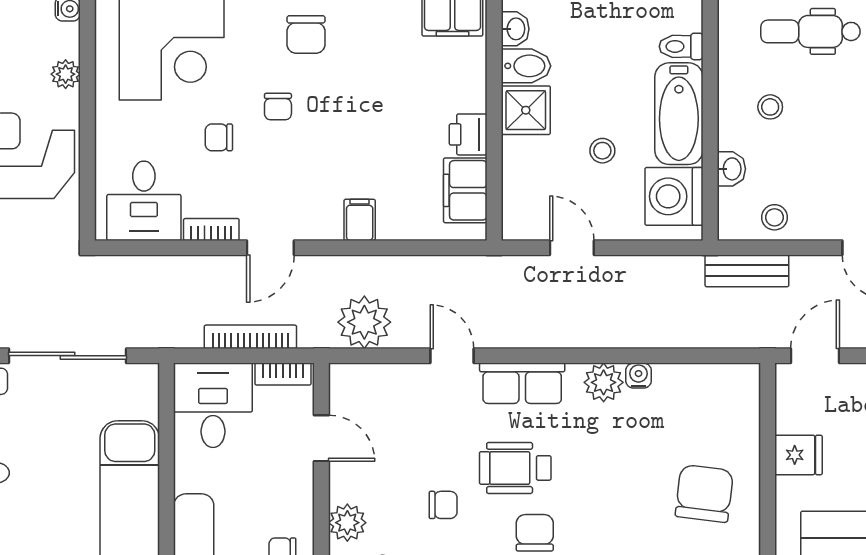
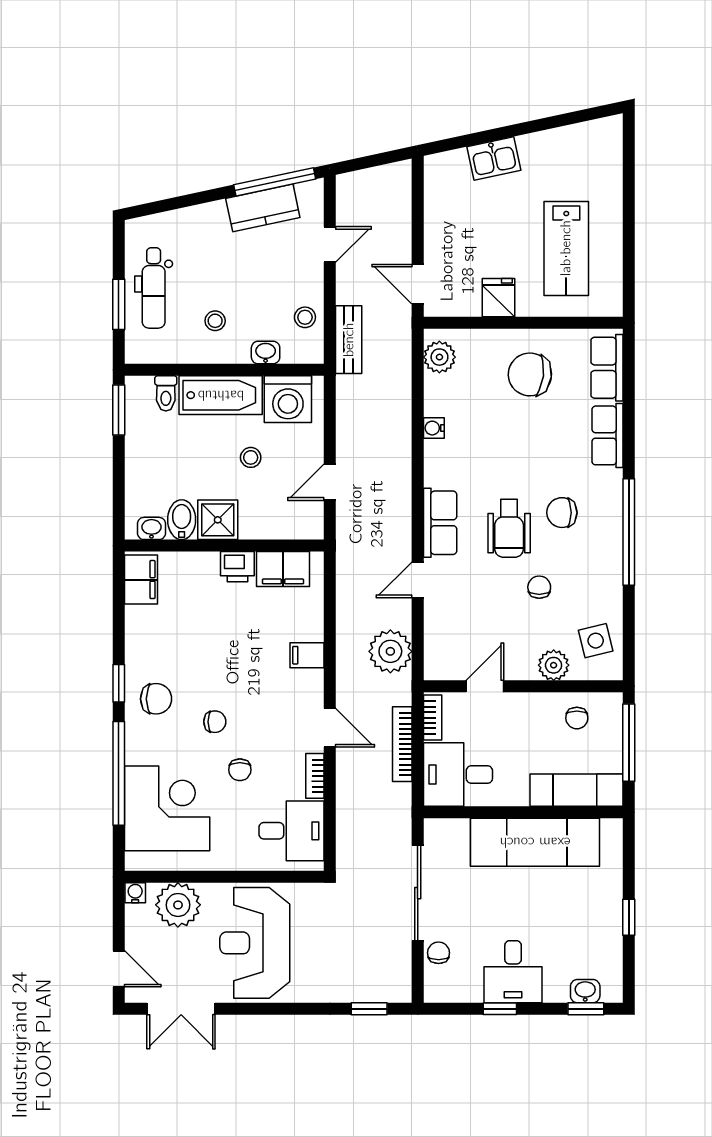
plant: (66, 74) -> (178, 905), width x1.88, depth x1.88
plant: (604, 382) -> (439, 357), moved

